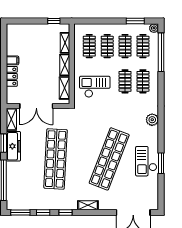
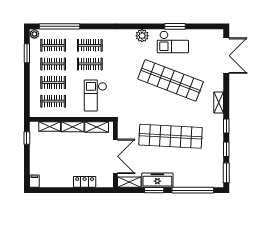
filing cabinet: (13, 60) -> (34, 181), moved
plant: (152, 120) -> (142, 36), moved

